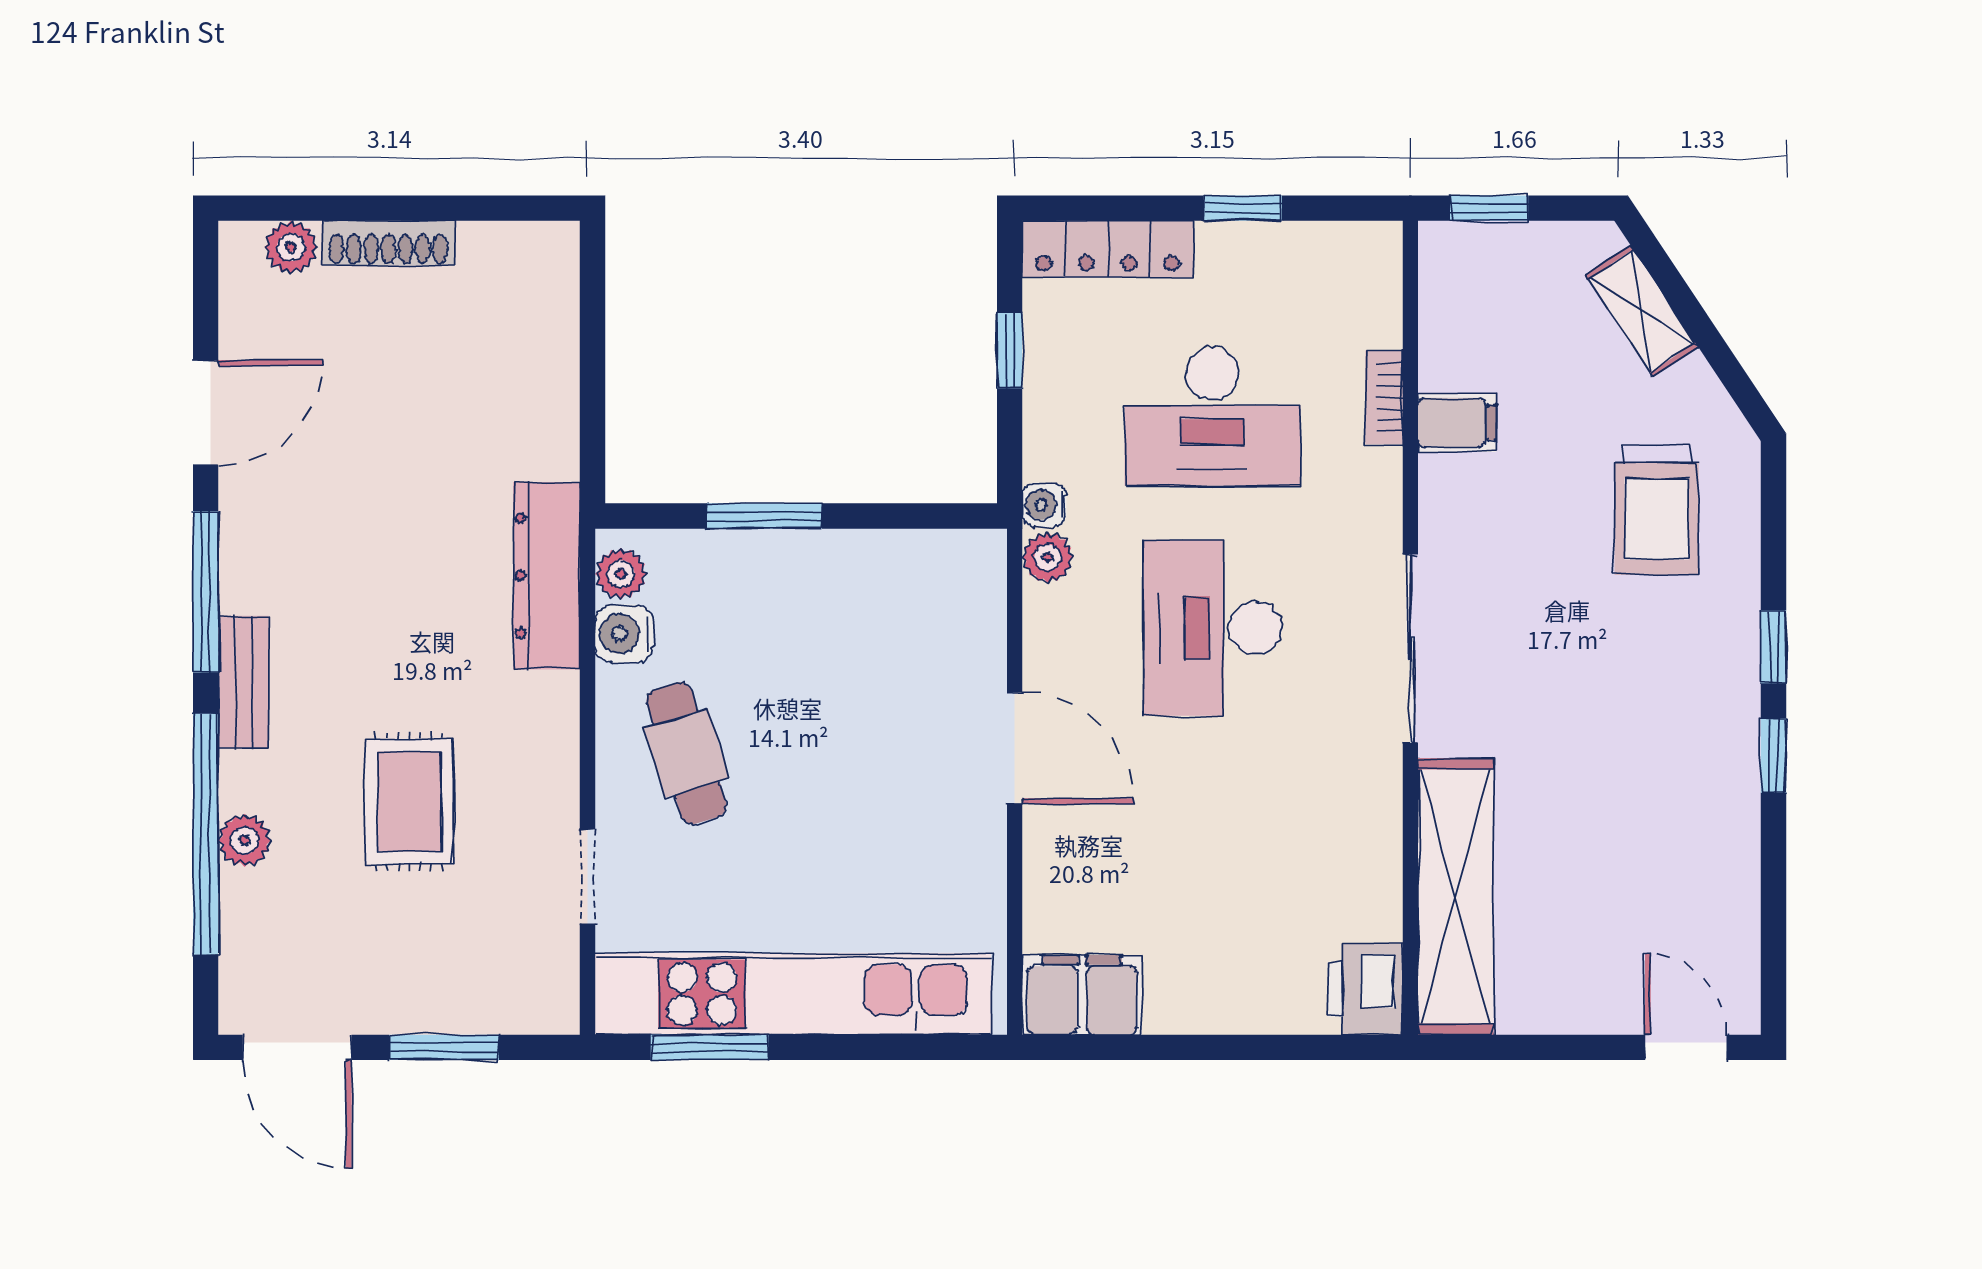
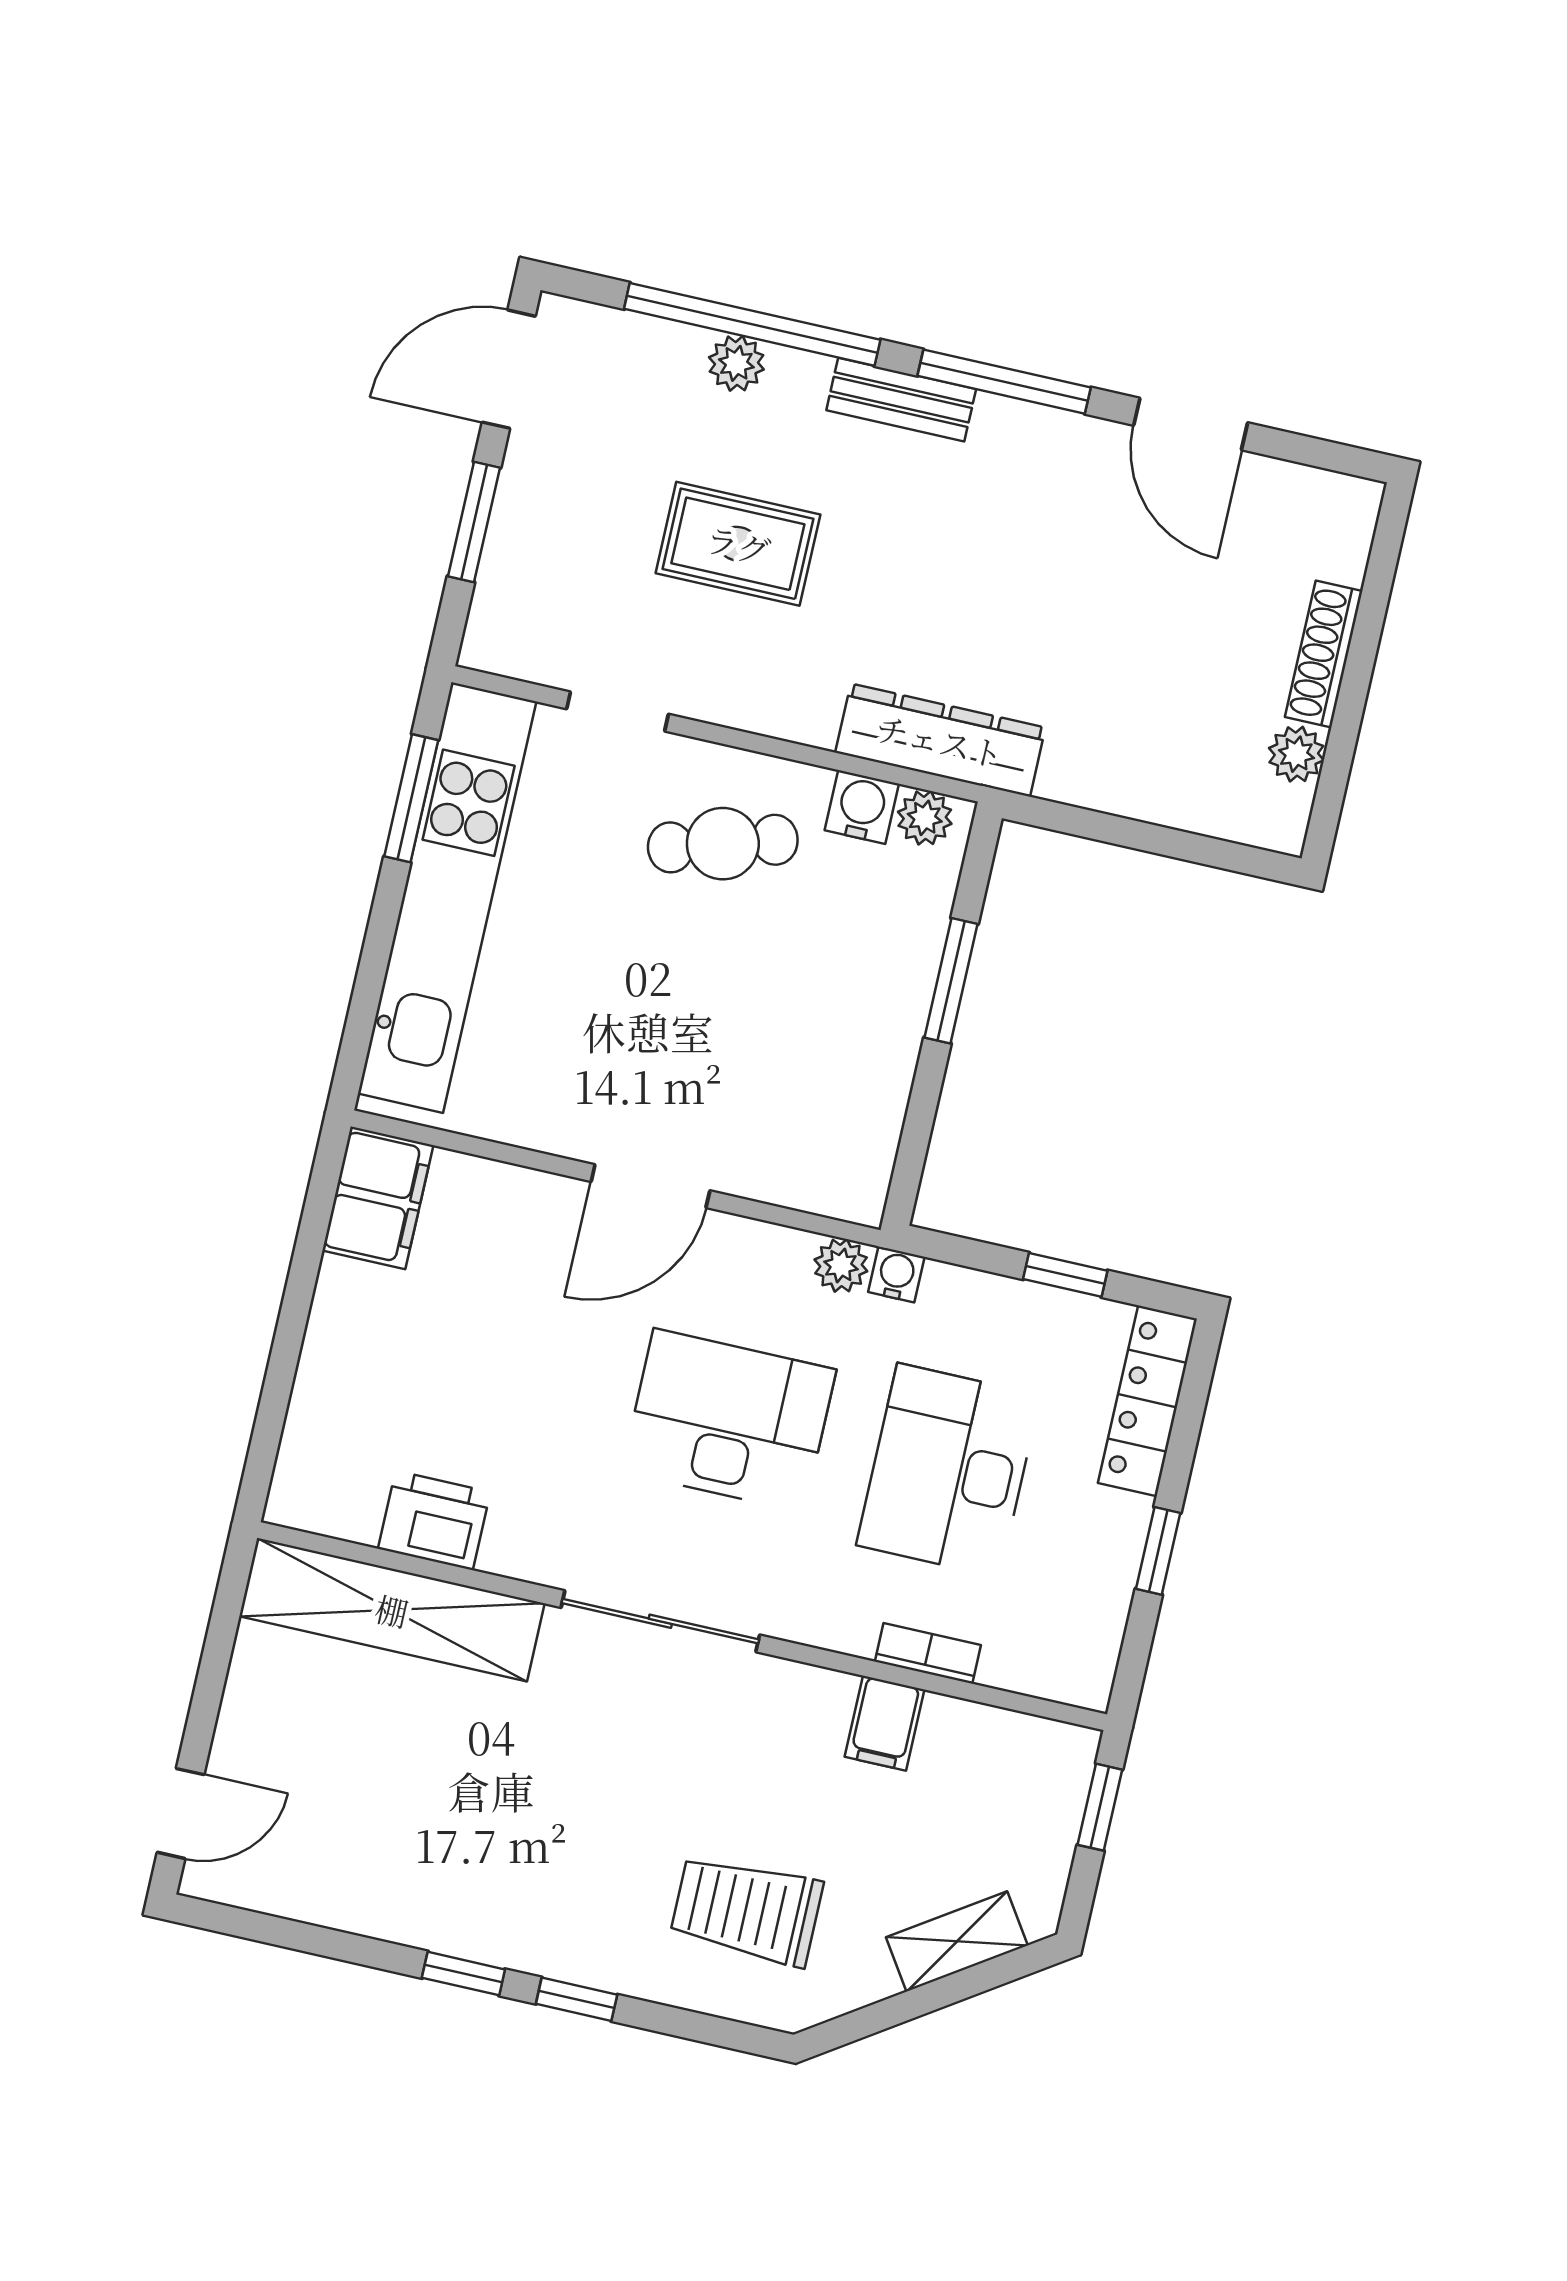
plant: (291, 247) -> (1296, 754), moved
printer: (1365, 989) -> (434, 1520), moved

